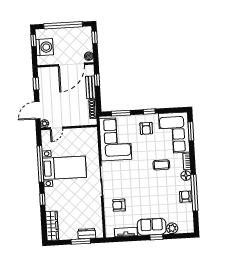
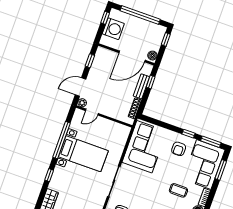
window: (121, 113) -> (211, 142), moved

